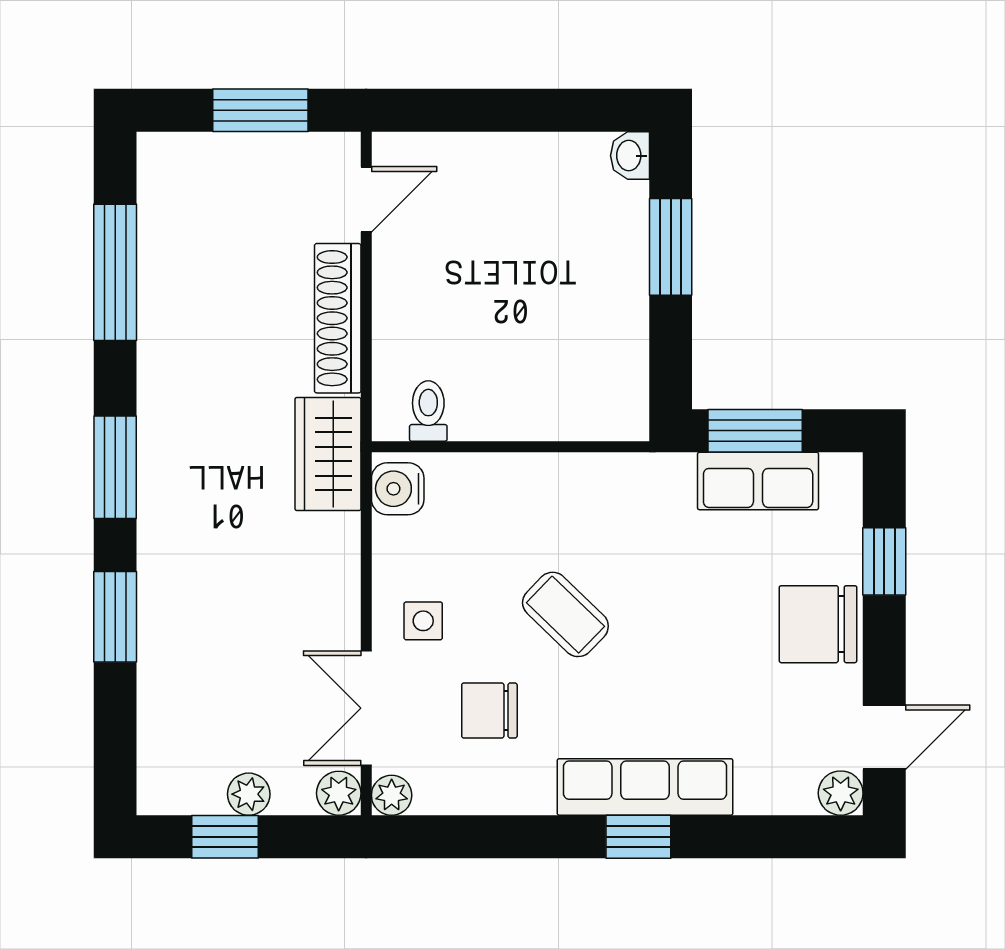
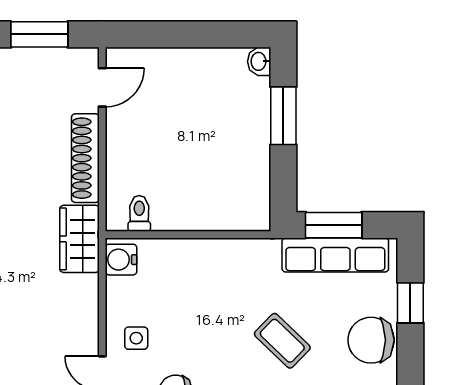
row of seats: (758, 481) -> (335, 255), width x1.48
coffee table: (565, 614) -> (282, 341), moved

